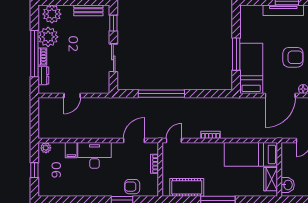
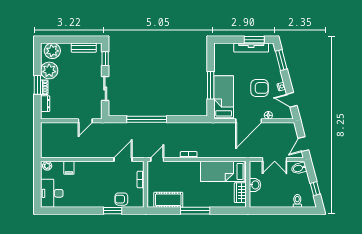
window: (34, 54) -> (37, 85), width x0.47
door: (72, 96) -> (85, 121), moved
desk: (95, 155) -> (52, 193), moved, turned -90
window: (34, 170) -> (37, 185), removed
washbasin: (288, 185) -> (255, 185), moved

